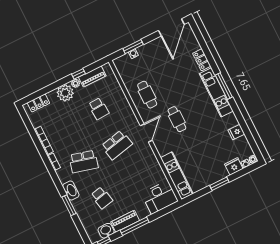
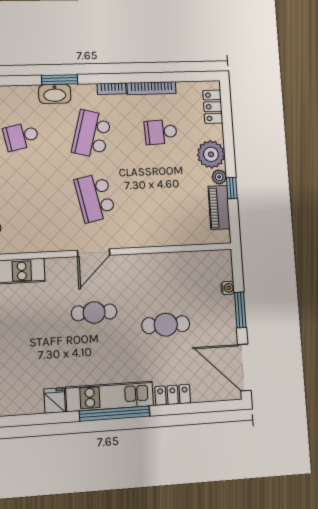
window: (133, 47) -> (240, 310), moved
window: (224, 86) -> (115, 413), width x1.46
cafe table: (147, 95) -> (166, 325), moved
school desk: (99, 109) -> (161, 132), moved
fridge: (236, 132) -> (55, 400), moved
door: (146, 133) -> (93, 253), hinge flipped
window: (69, 205) -> (60, 80), moved

